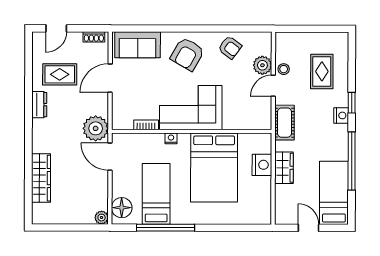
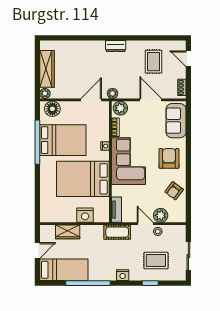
sliding door: (316, 29) -> (188, 256), added
armchair: (187, 54) -> (169, 158), turned 60
window: (352, 103) -> (150, 283), moved
dresser: (39, 105) -> (116, 46), moved
plant: (121, 118) -> (120, 108), added
tv unit: (255, 123) -> (117, 210), added
plant: (96, 128) -> (113, 93), width x0.53, depth x0.53
wardrobe: (284, 168) -> (68, 232), moved
wardrobe: (41, 178) -> (47, 69), moved, turned -90
bed: (156, 194) -> (63, 140), width x1.50

